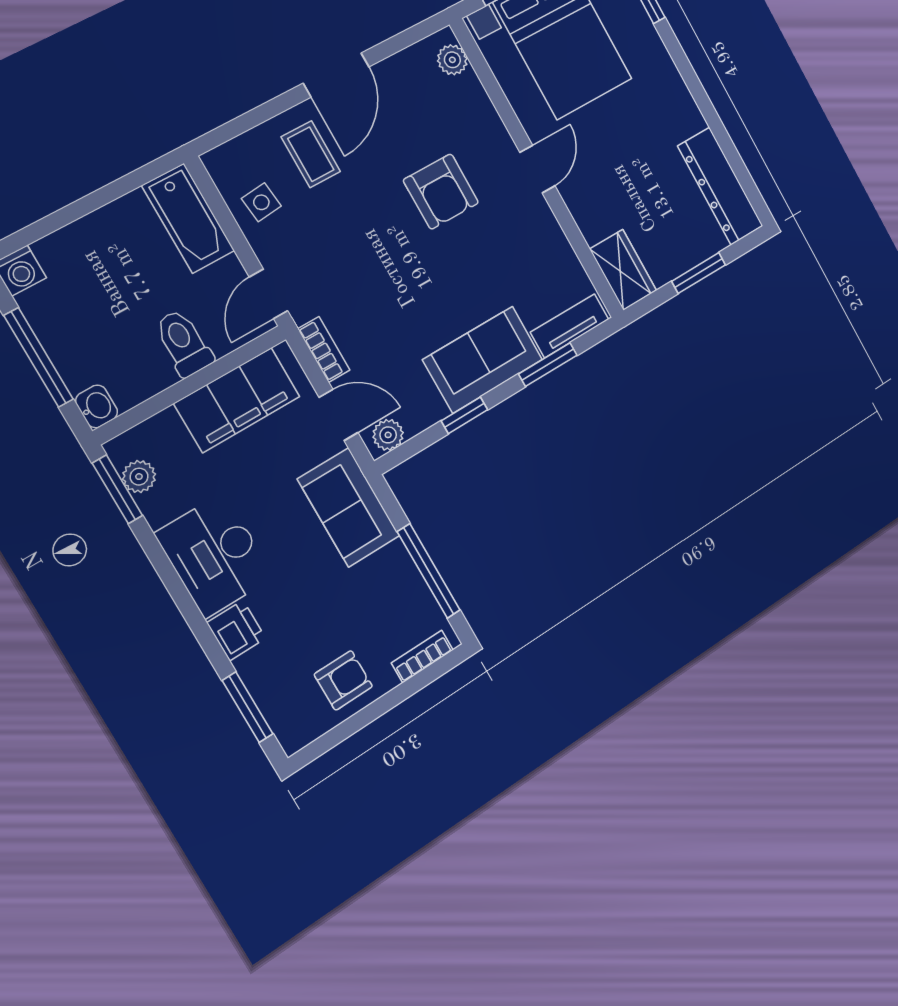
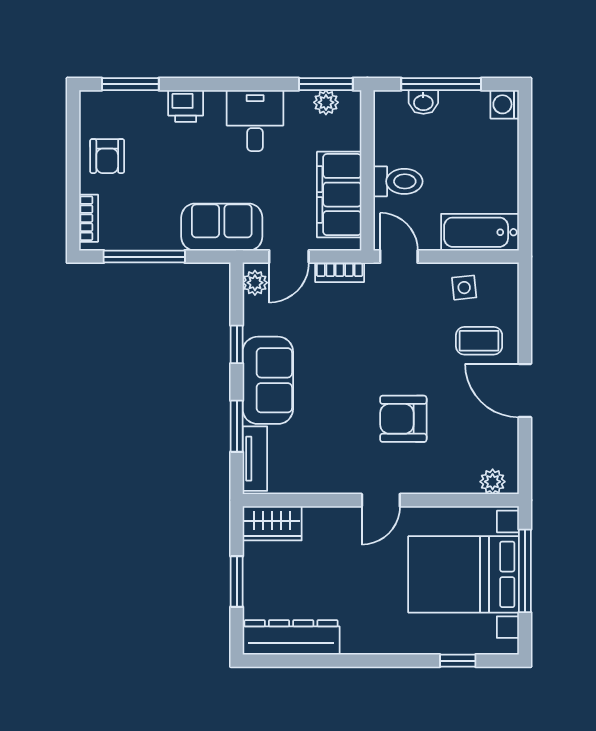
door: (537, 169) -> (381, 500), hinge flipped
washbasin: (97, 406) -> (423, 102), moved
desk: (215, 555) -> (255, 121), width x0.73

